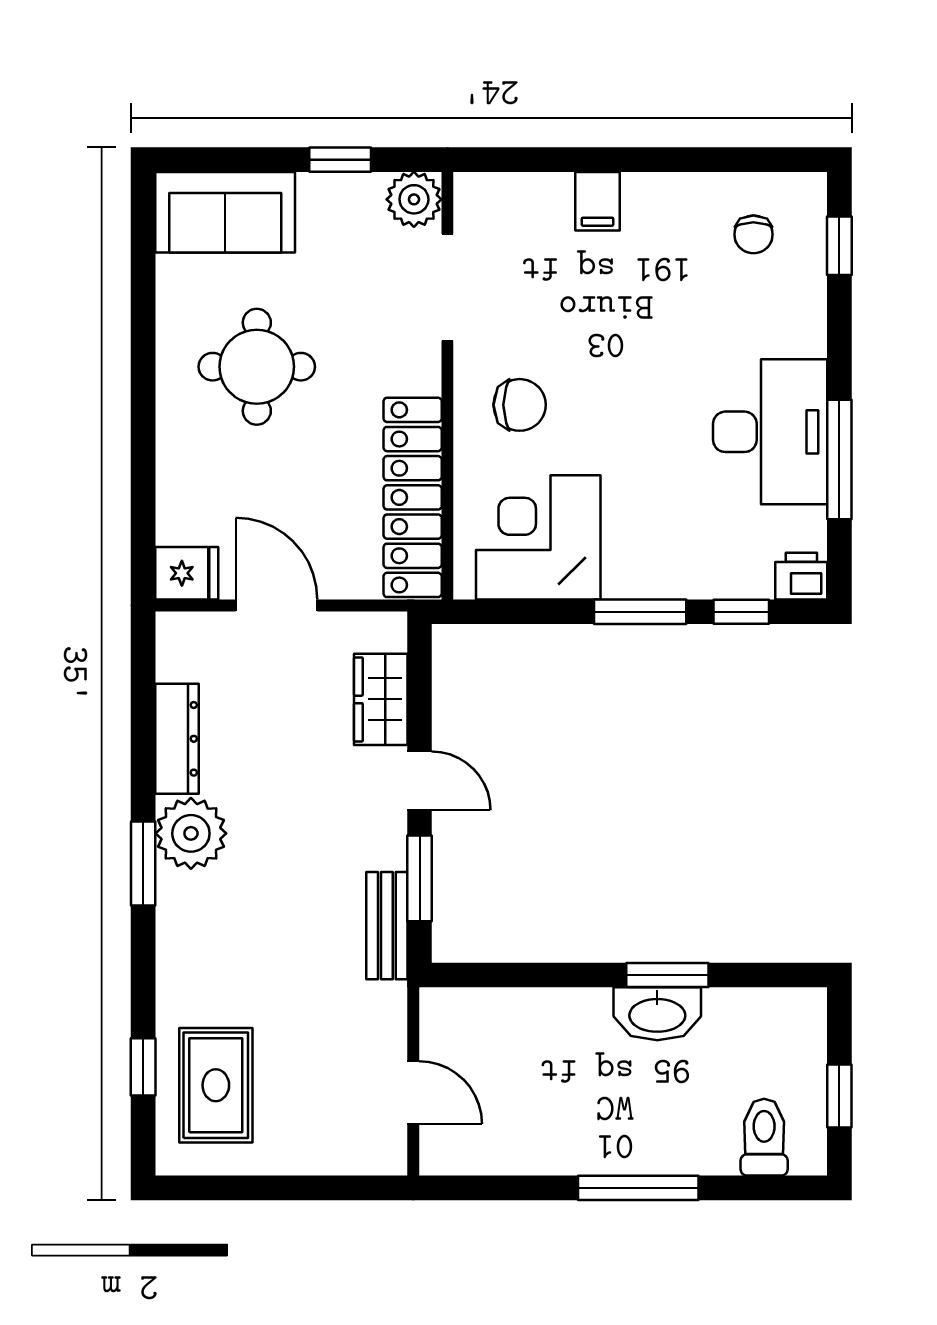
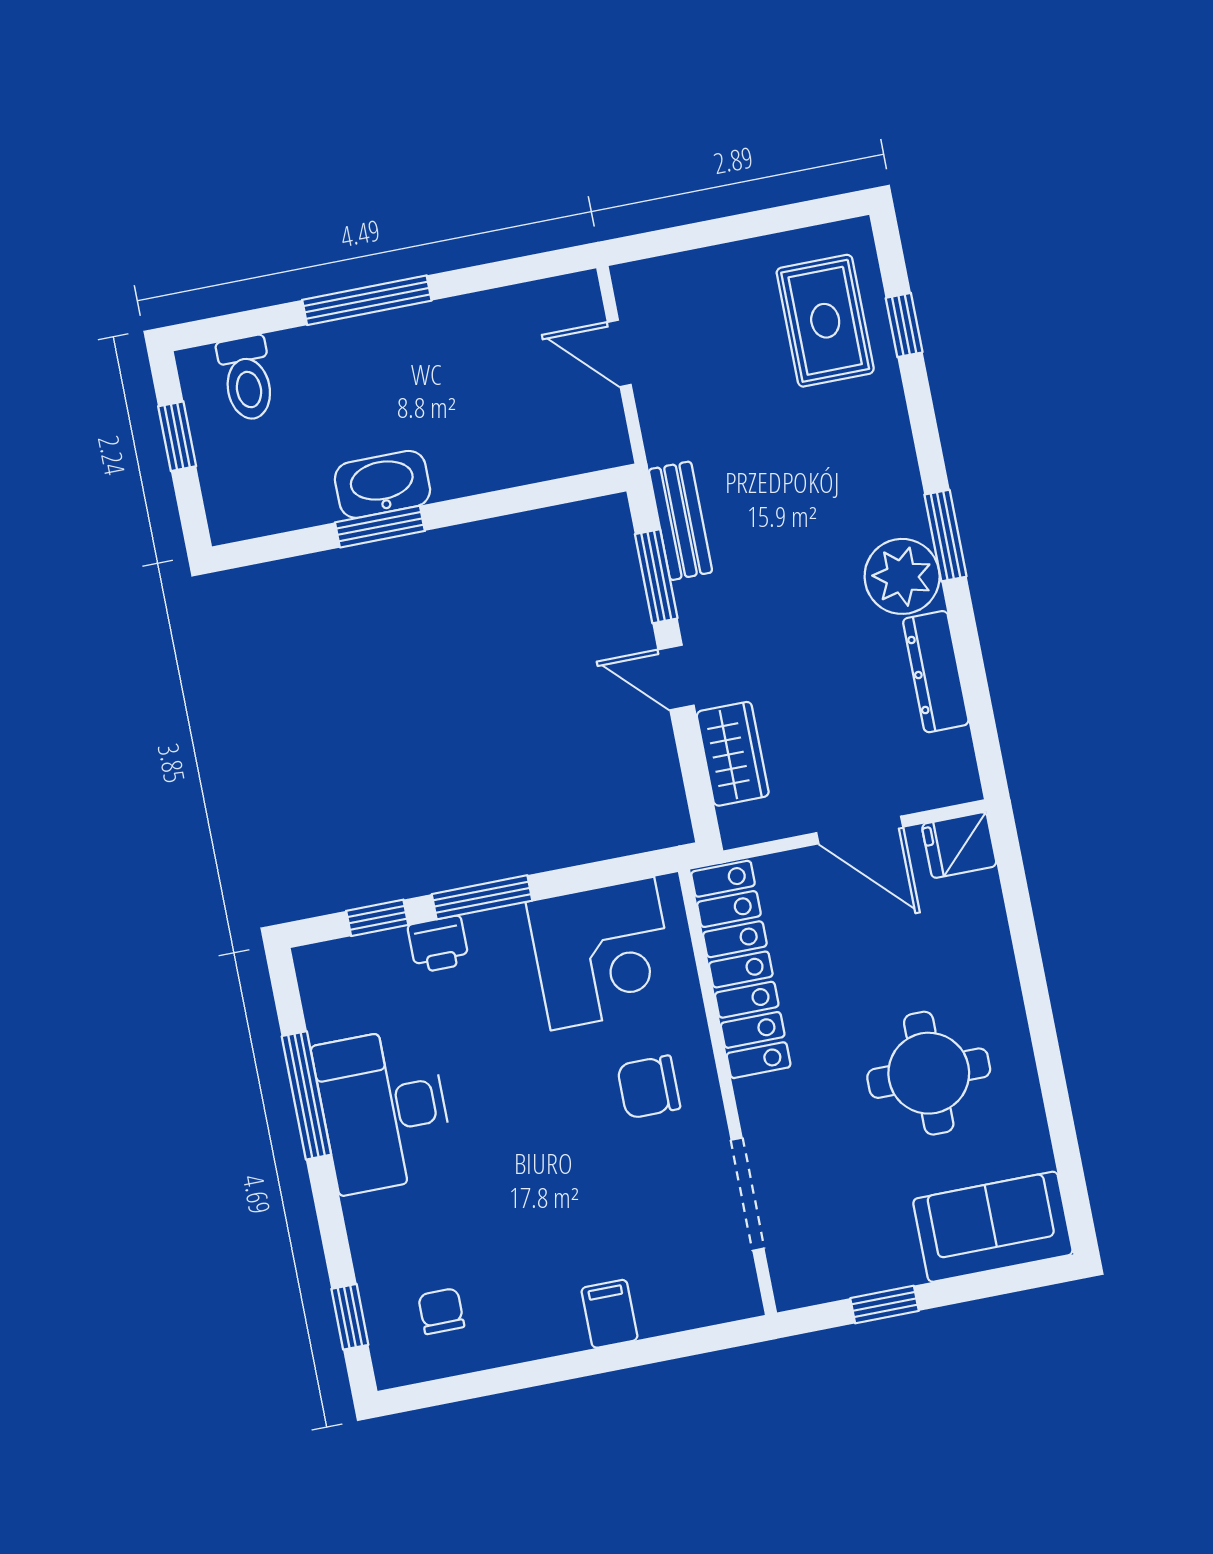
plant: (414, 199) -> (800, 1278), removed
printer: (801, 576) -> (438, 944), moved

